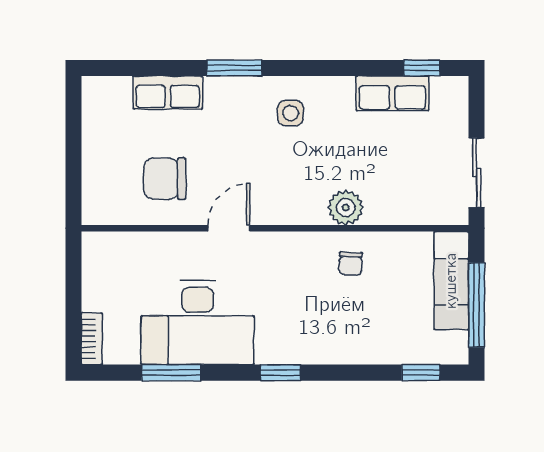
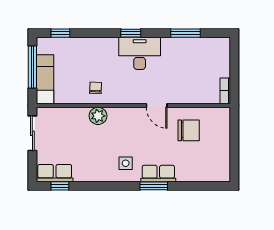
row of seats: (168, 92) -> (158, 174), moved
row of seats: (392, 93) -> (55, 173), moved
door: (229, 228) -> (157, 105), hinge flipped
desk: (197, 323) -> (140, 53), moved, width x0.73, depth x0.77
bookcase: (92, 339) -> (225, 91), moved

